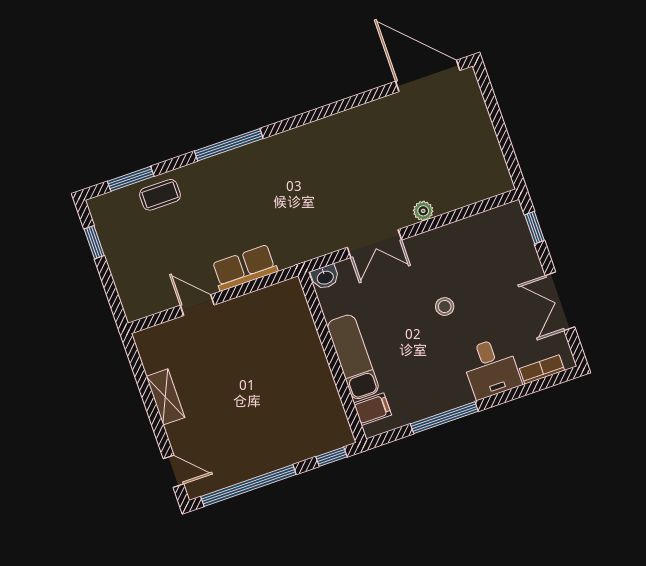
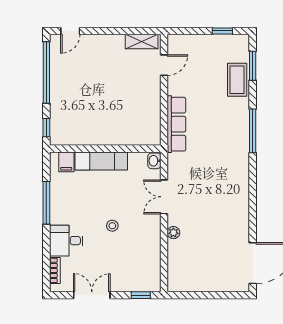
coffee table: (160, 195) -> (237, 80), width x1.36, depth x1.30
row of seats: (244, 268) -> (176, 124), width x1.48
door: (197, 305) -> (164, 65), moved
shelving: (165, 397) -> (142, 42), moved

